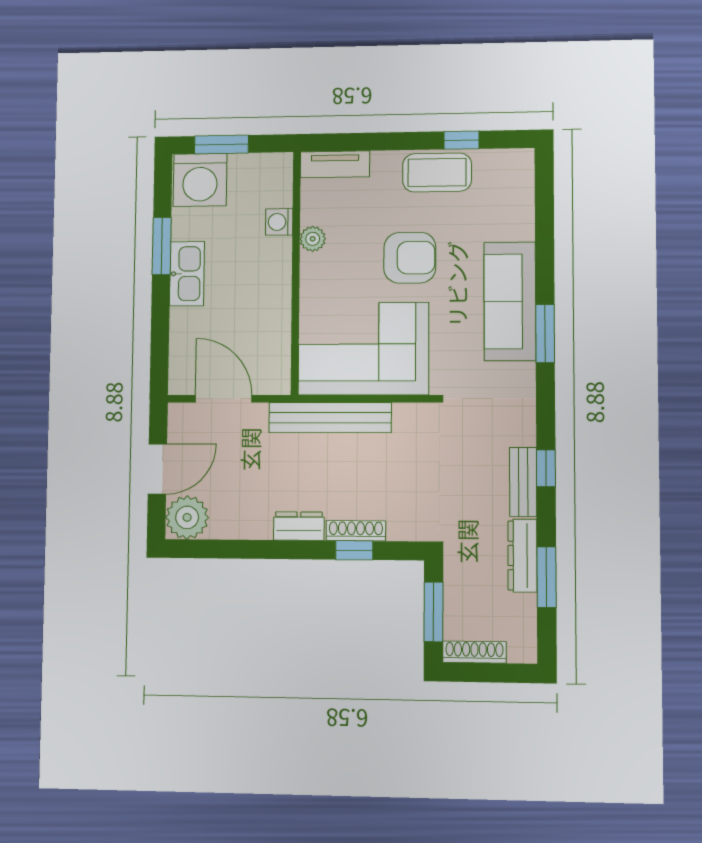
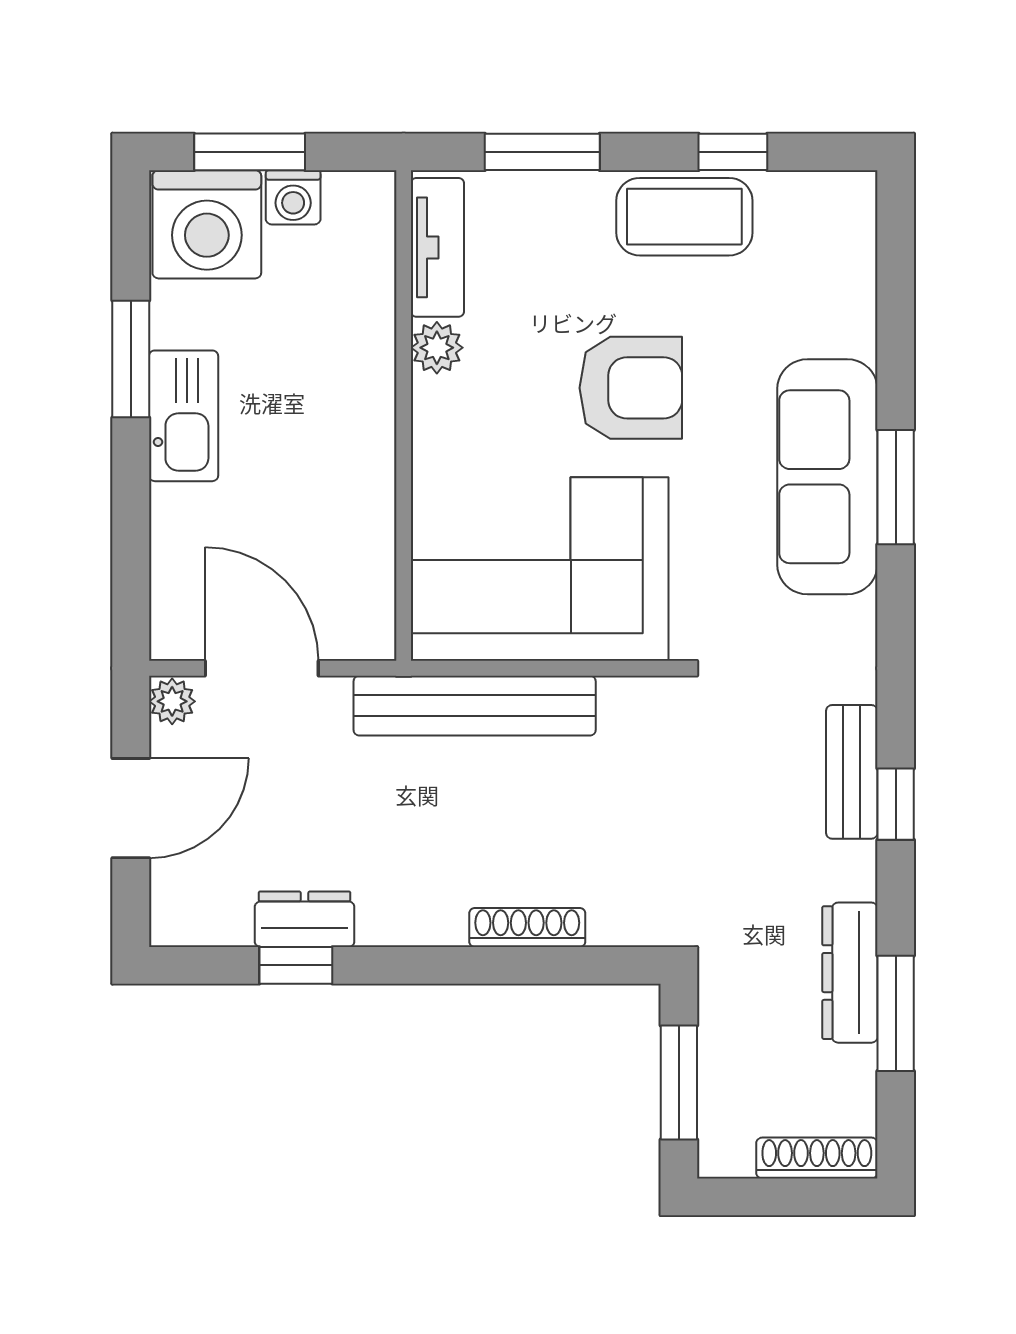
window: (366, 142) -> (542, 152), added
tv unit: (335, 164) -> (437, 247), moved, turned -90
washing machine: (279, 222) -> (293, 197), moved, turned -90
window: (545, 334) -> (896, 487), moved
bench: (523, 482) -> (852, 772), moved
plant: (187, 517) -> (172, 701), moved, width x0.53, depth x0.53
dresser: (299, 526) -> (305, 919), moved
window: (354, 550) -> (296, 965), moved
shoe rack: (474, 652) -> (817, 1158), moved

